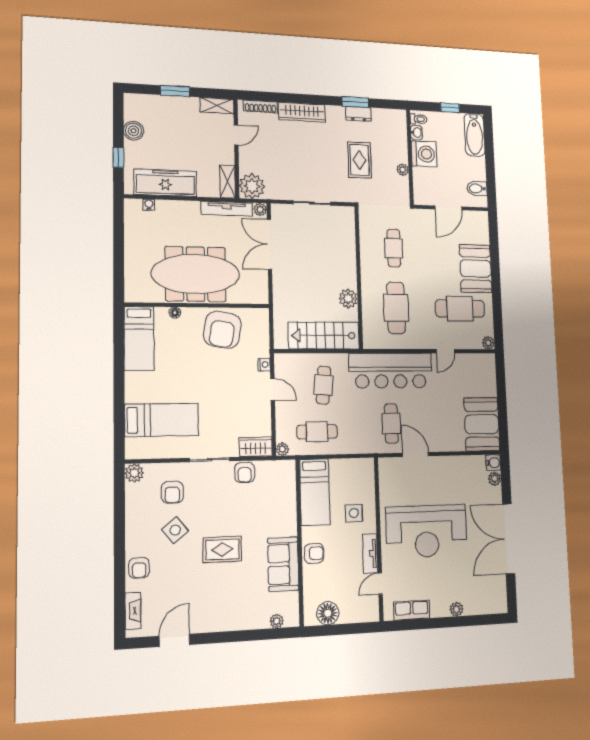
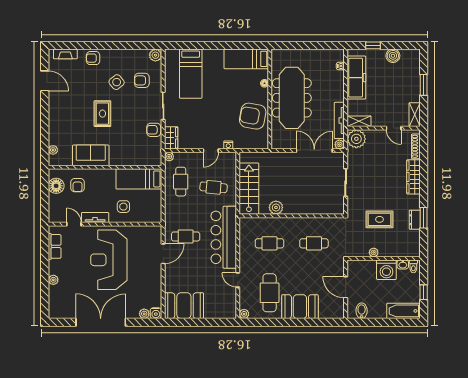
cafe table: (396, 308) -> (270, 243), width x0.73, depth x0.74
armchair: (314, 553) -> (78, 185), moved

